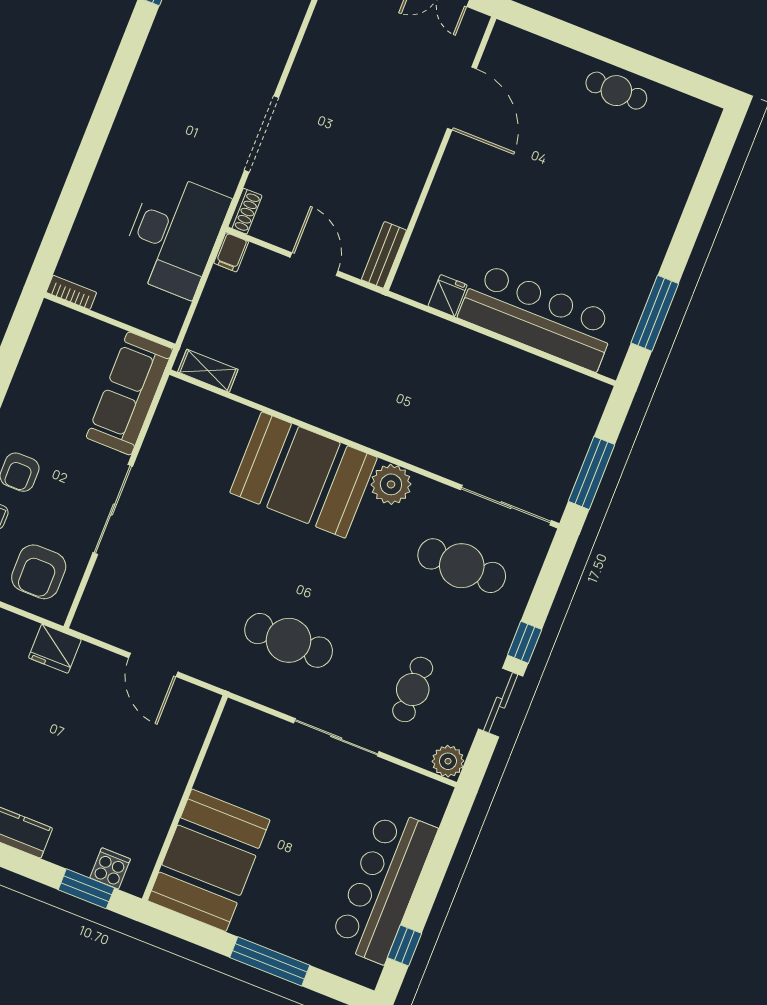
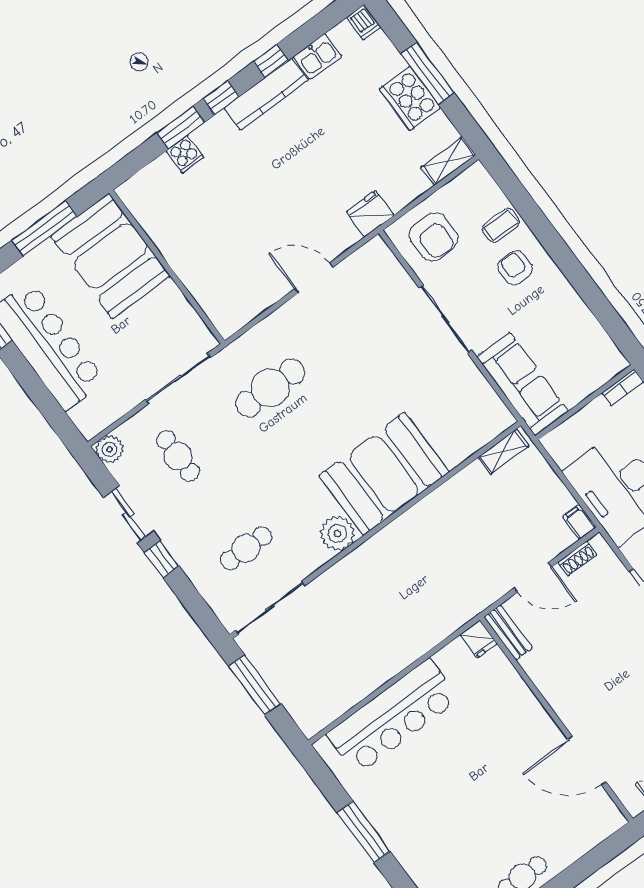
shoe rack: (245, 211) -> (577, 558), moved, turned -90
fridge: (448, 295) -> (479, 639), moved
window: (655, 313) -> (363, 832), moved
cafe table: (462, 566) -> (246, 548), width x0.73, depth x0.74
armchair: (39, 572) -> (434, 237), turned 180
wall: (185, 798) -> (167, 267), moved
booth: (209, 860) -> (111, 256), moved
window: (32, 867) -> (221, 98), added

